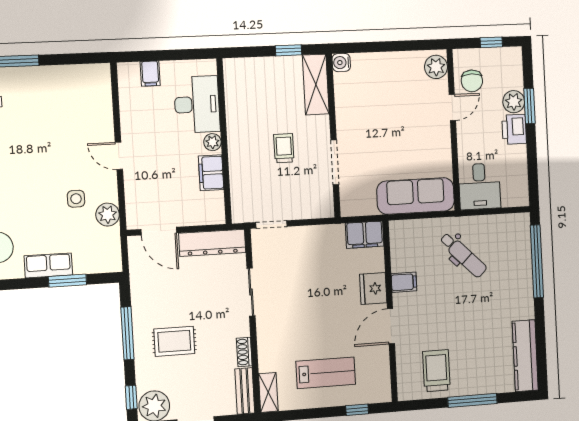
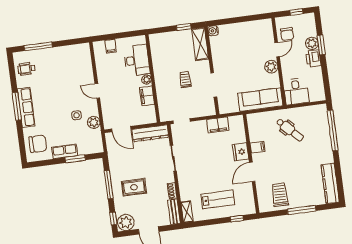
plant: (436, 67) -> (271, 67), moved
filing cabinet: (365, 235) -> (218, 125), moved

